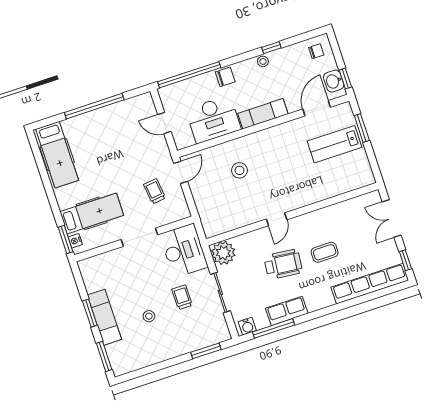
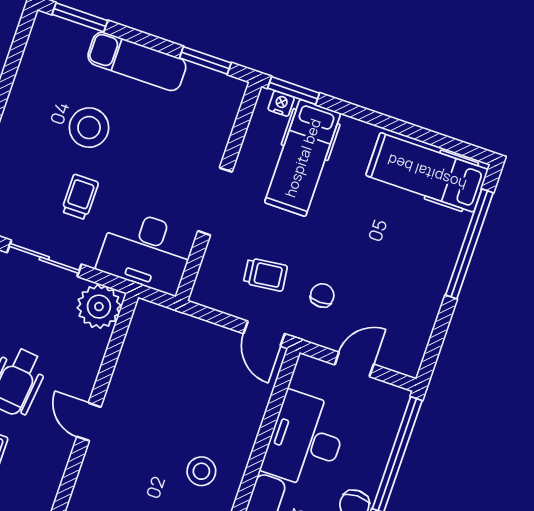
window: (94, 106) -> (469, 244), moved
chair: (145, 160) -> (322, 295), added
stool: (239, 170) -> (201, 471), moved
trolley: (182, 297) -> (80, 197), turned -90
window: (90, 313) -> (205, 60), moved
stool: (149, 316) -> (89, 128), width x1.89, depth x1.89

